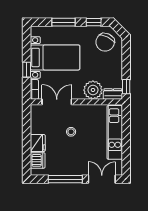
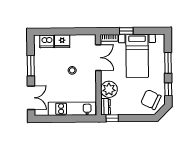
window: (65, 179) -> (31, 66), width x0.69

